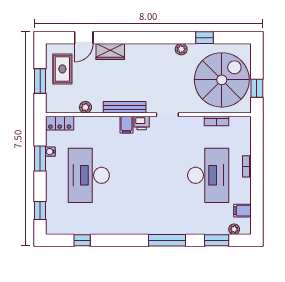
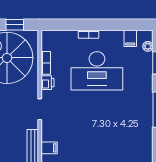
printer: (142, 123) -> (48, 83), moved
desk: (208, 175) -> (97, 71), turned 180

